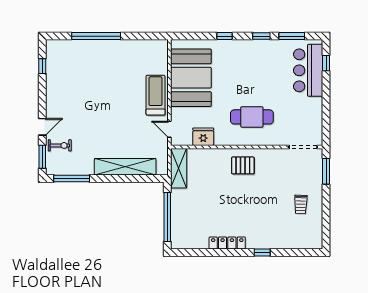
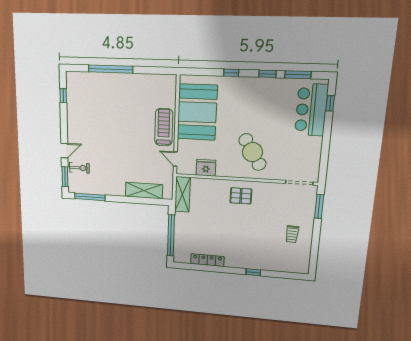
cafe table: (252, 117) -> (252, 152), turned 58
shelving: (125, 167) -> (144, 191), width x0.68
locker: (227, 243) -> (207, 260), moved

